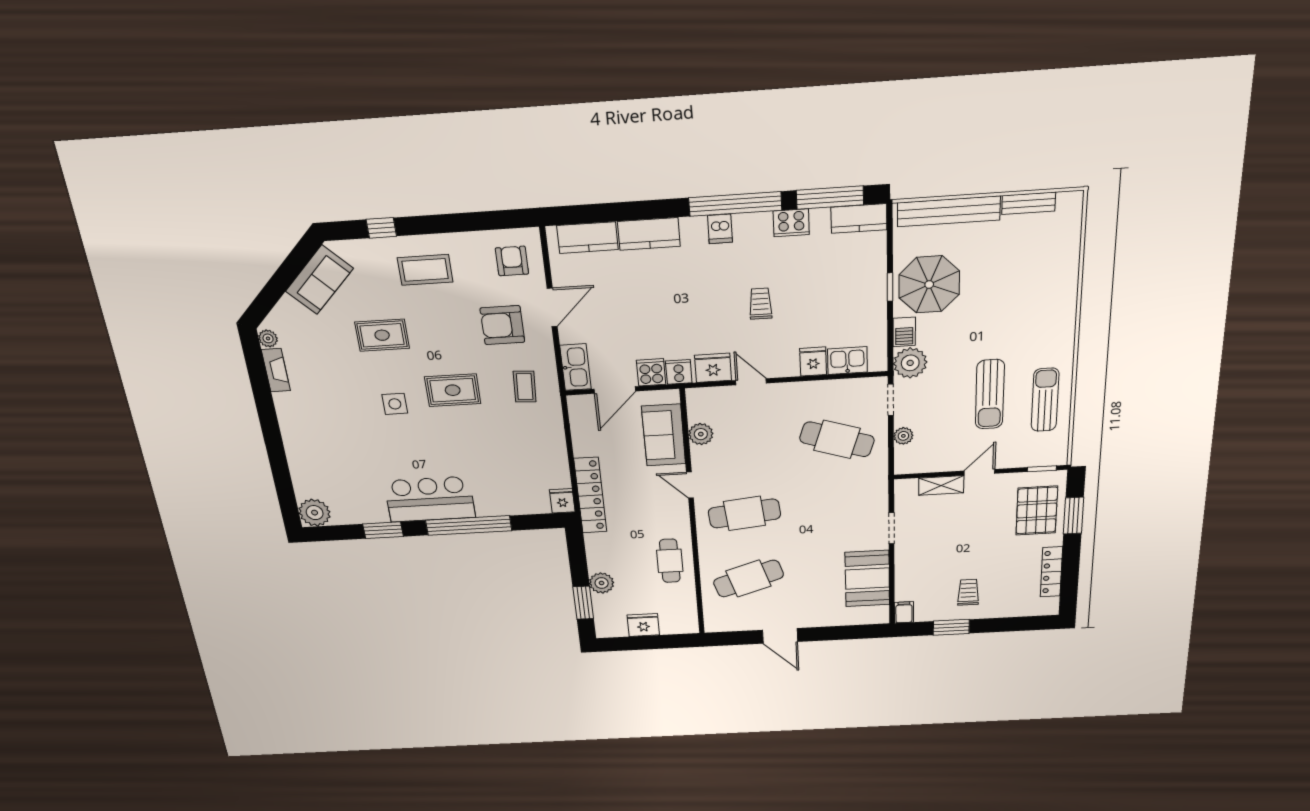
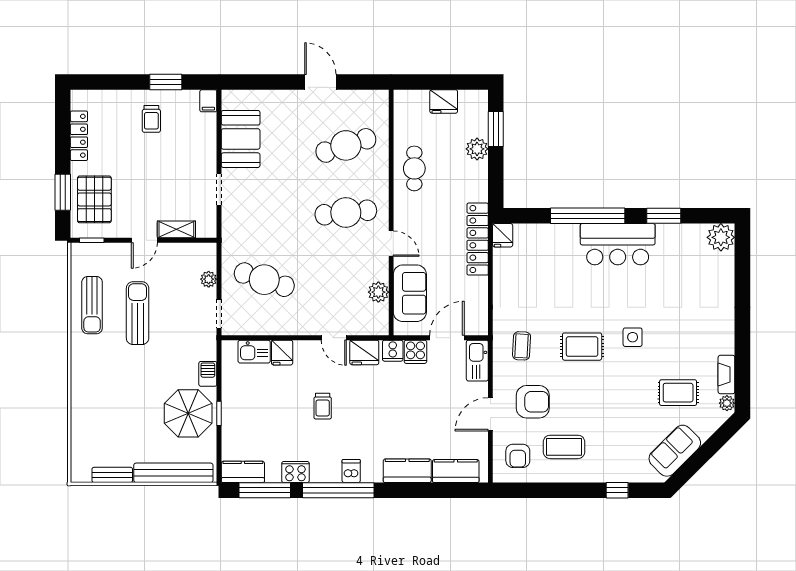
coffee table: (425, 270) -> (564, 447), moved
rug: (382, 335) -> (678, 393), moved
plant: (910, 363) -> (203, 346), removed

